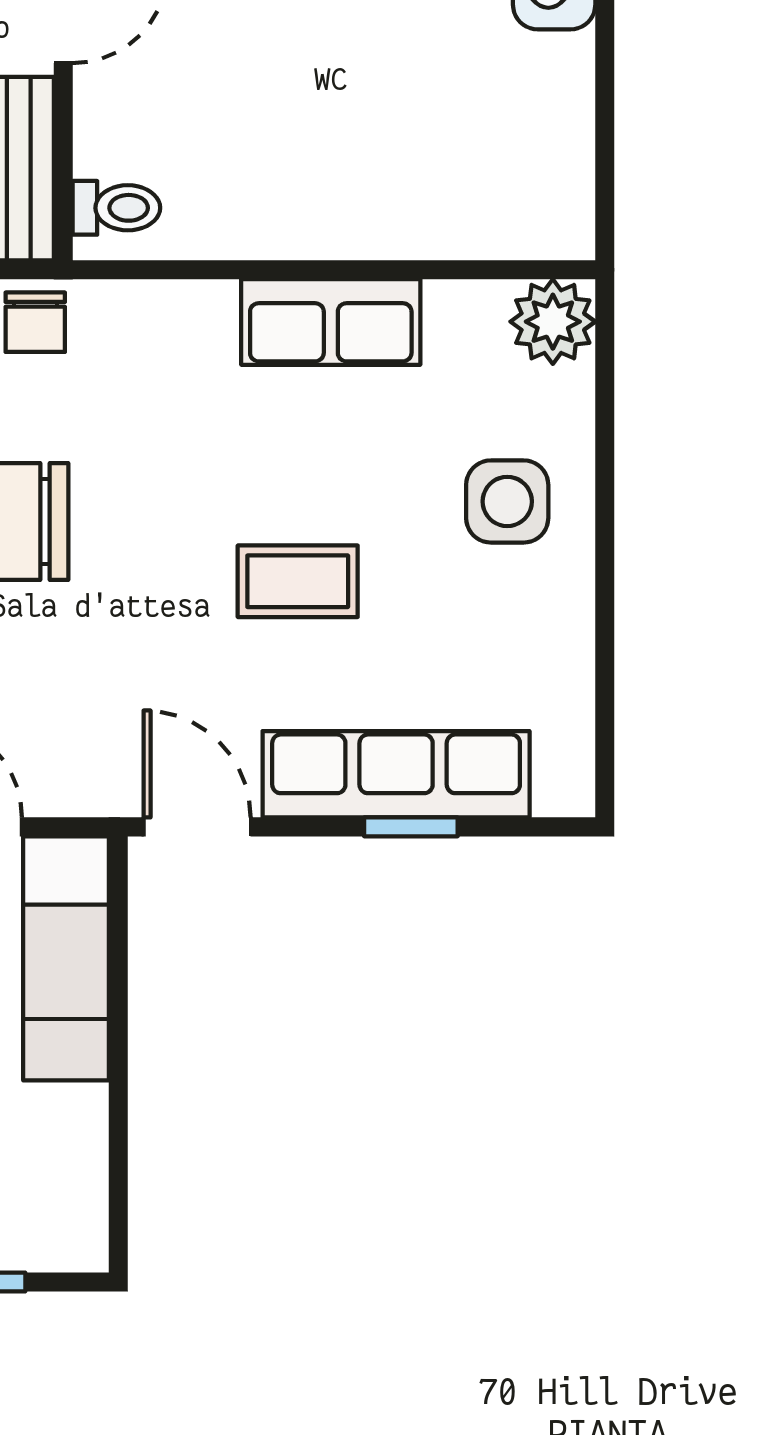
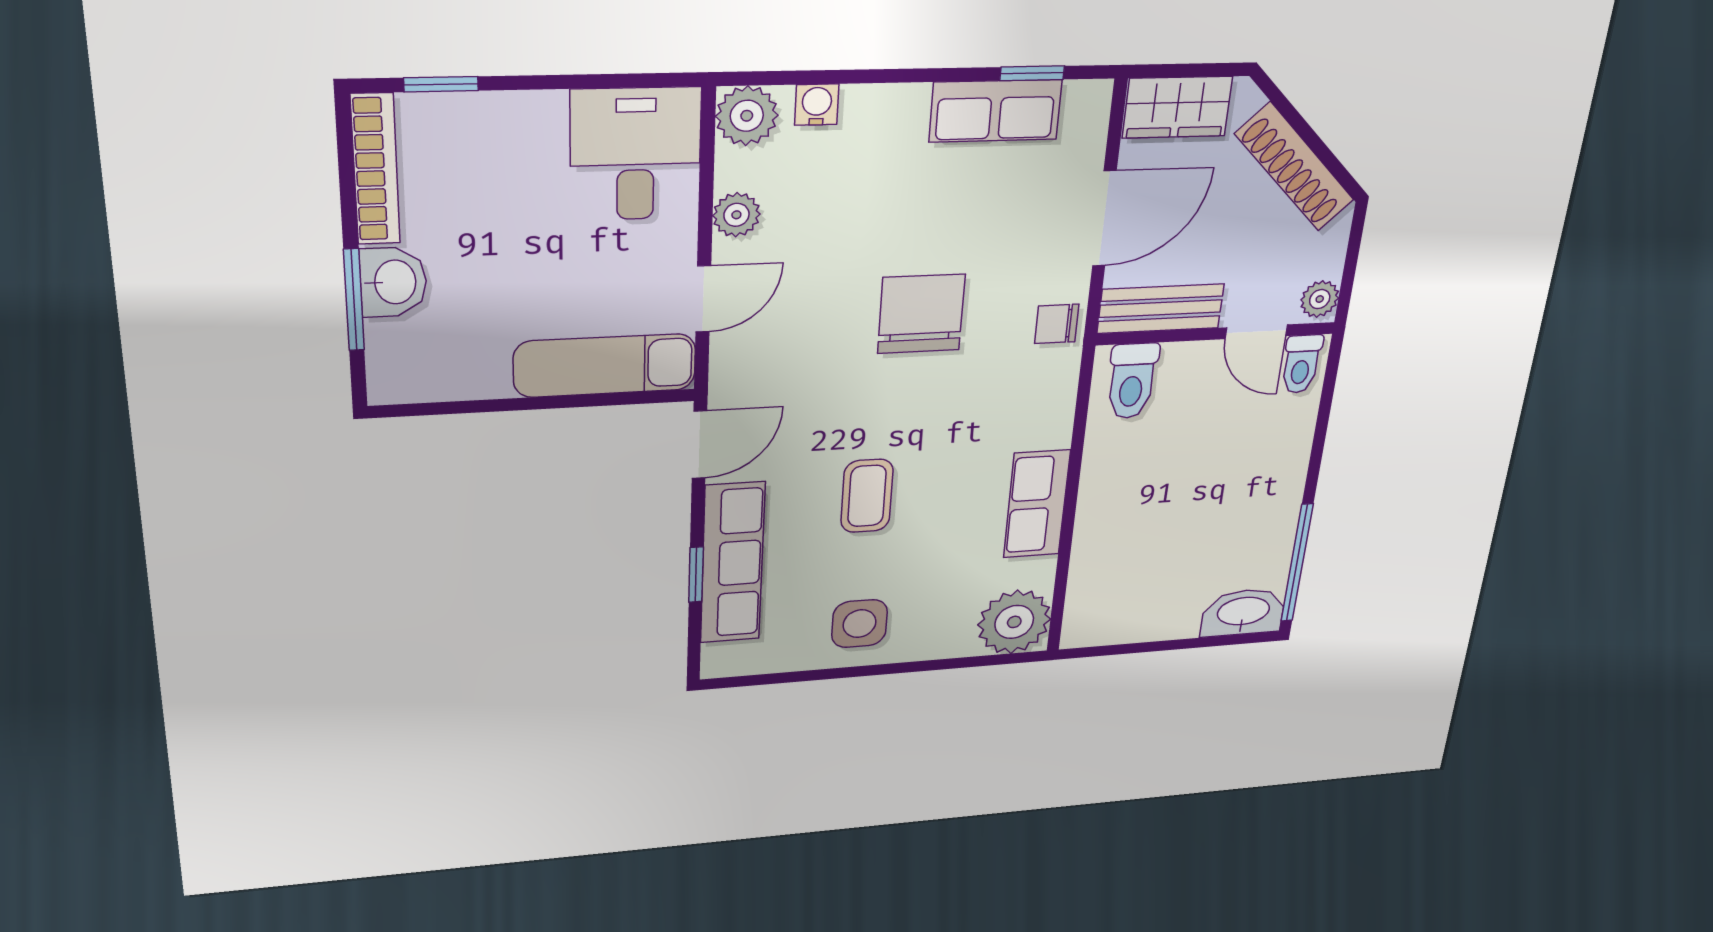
toilet: (116, 208) -> (1132, 381), width x1.37, depth x1.39
plant: (553, 322) -> (1014, 622), width x1.36, depth x1.36
side table: (507, 501) -> (860, 624), moved

